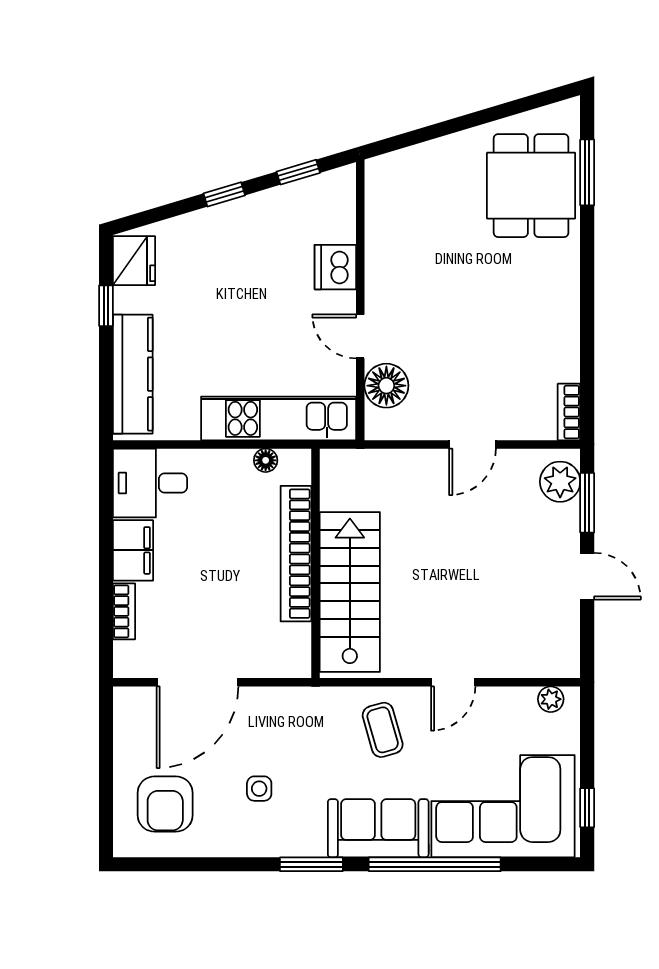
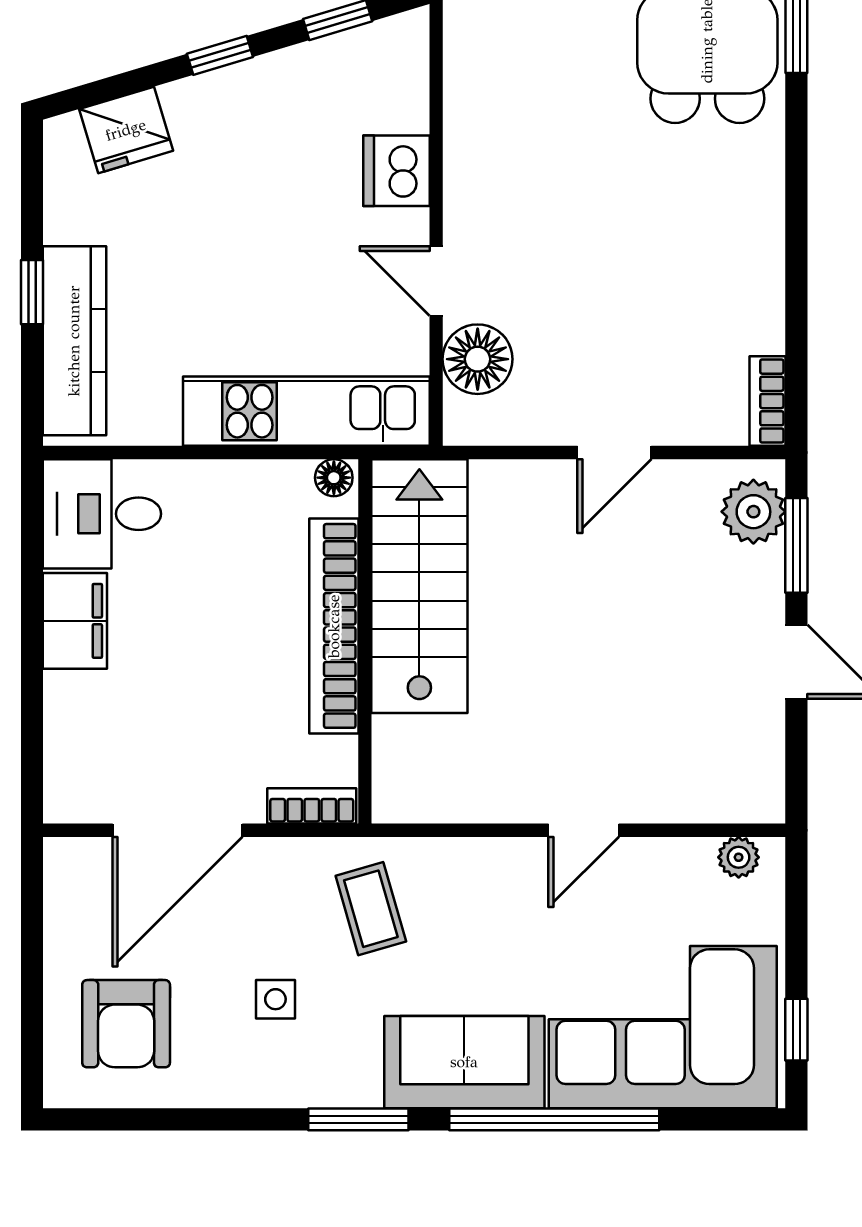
fridge: (134, 261) -> (126, 130), moved, turned 73
window: (106, 306) -> (32, 292), moved
floor lamp: (266, 460) -> (334, 478), moved
stairs: (350, 592) -> (419, 586), moved
bookcase: (124, 611) -> (312, 806), moved, turned -90
coffee table: (383, 730) -> (371, 909), moved

